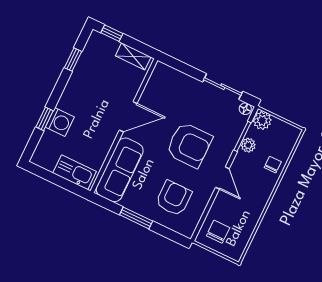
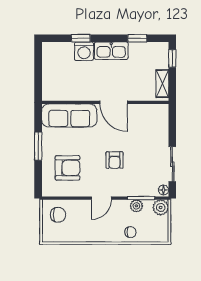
armchair: (189, 145) -> (115, 160), width x0.53, depth x0.53
kitchen sink: (75, 172) -> (111, 51), moved, turned 90

